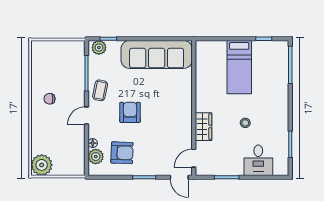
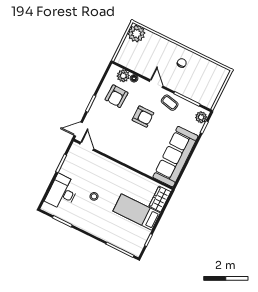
wardrobe: (203, 127) -> (160, 199), moved, turned 90
desk: (258, 160) -> (62, 192), width x1.37

